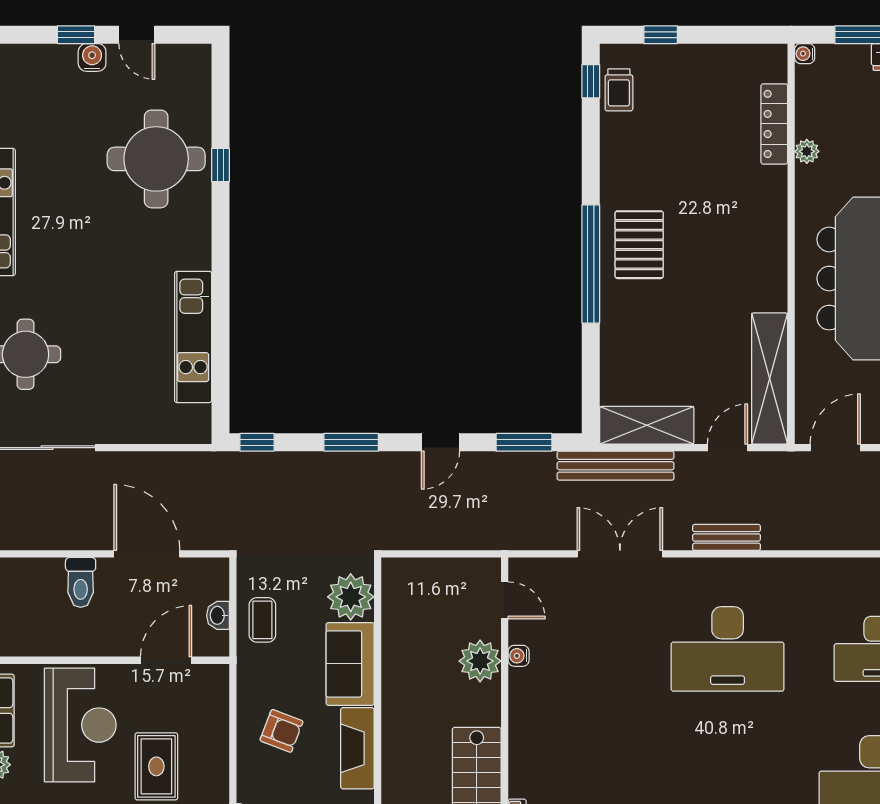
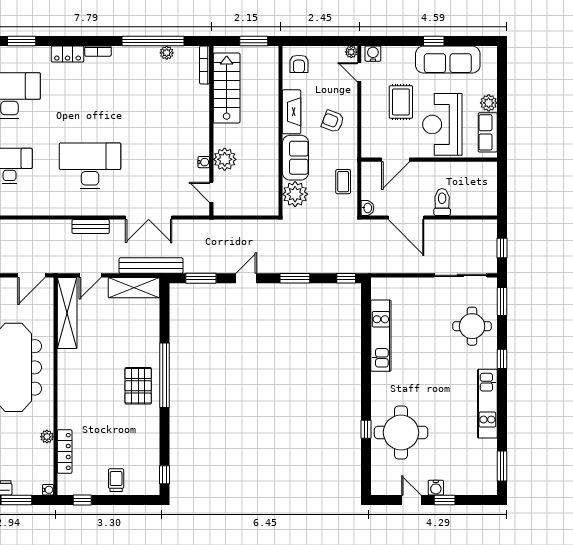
window: (661, 35) -> (82, 500), moved
trolley: (619, 90) -> (116, 480), moved
washbasin: (218, 615) -> (367, 208), moved

